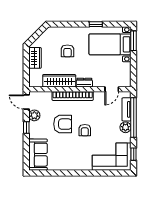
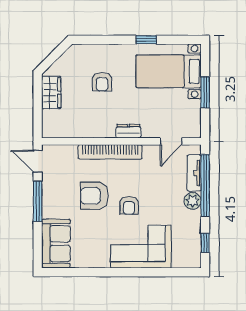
window: (134, 41) -> (205, 92), moved
wardrobe: (59, 81) -> (89, 128), removed
plant: (34, 115) -> (50, 182), removed
armchair: (63, 124) -> (94, 196), turned 180
window: (26, 128) -> (38, 201), width x2.17
corner sofa: (112, 157) -> (141, 247), moved

